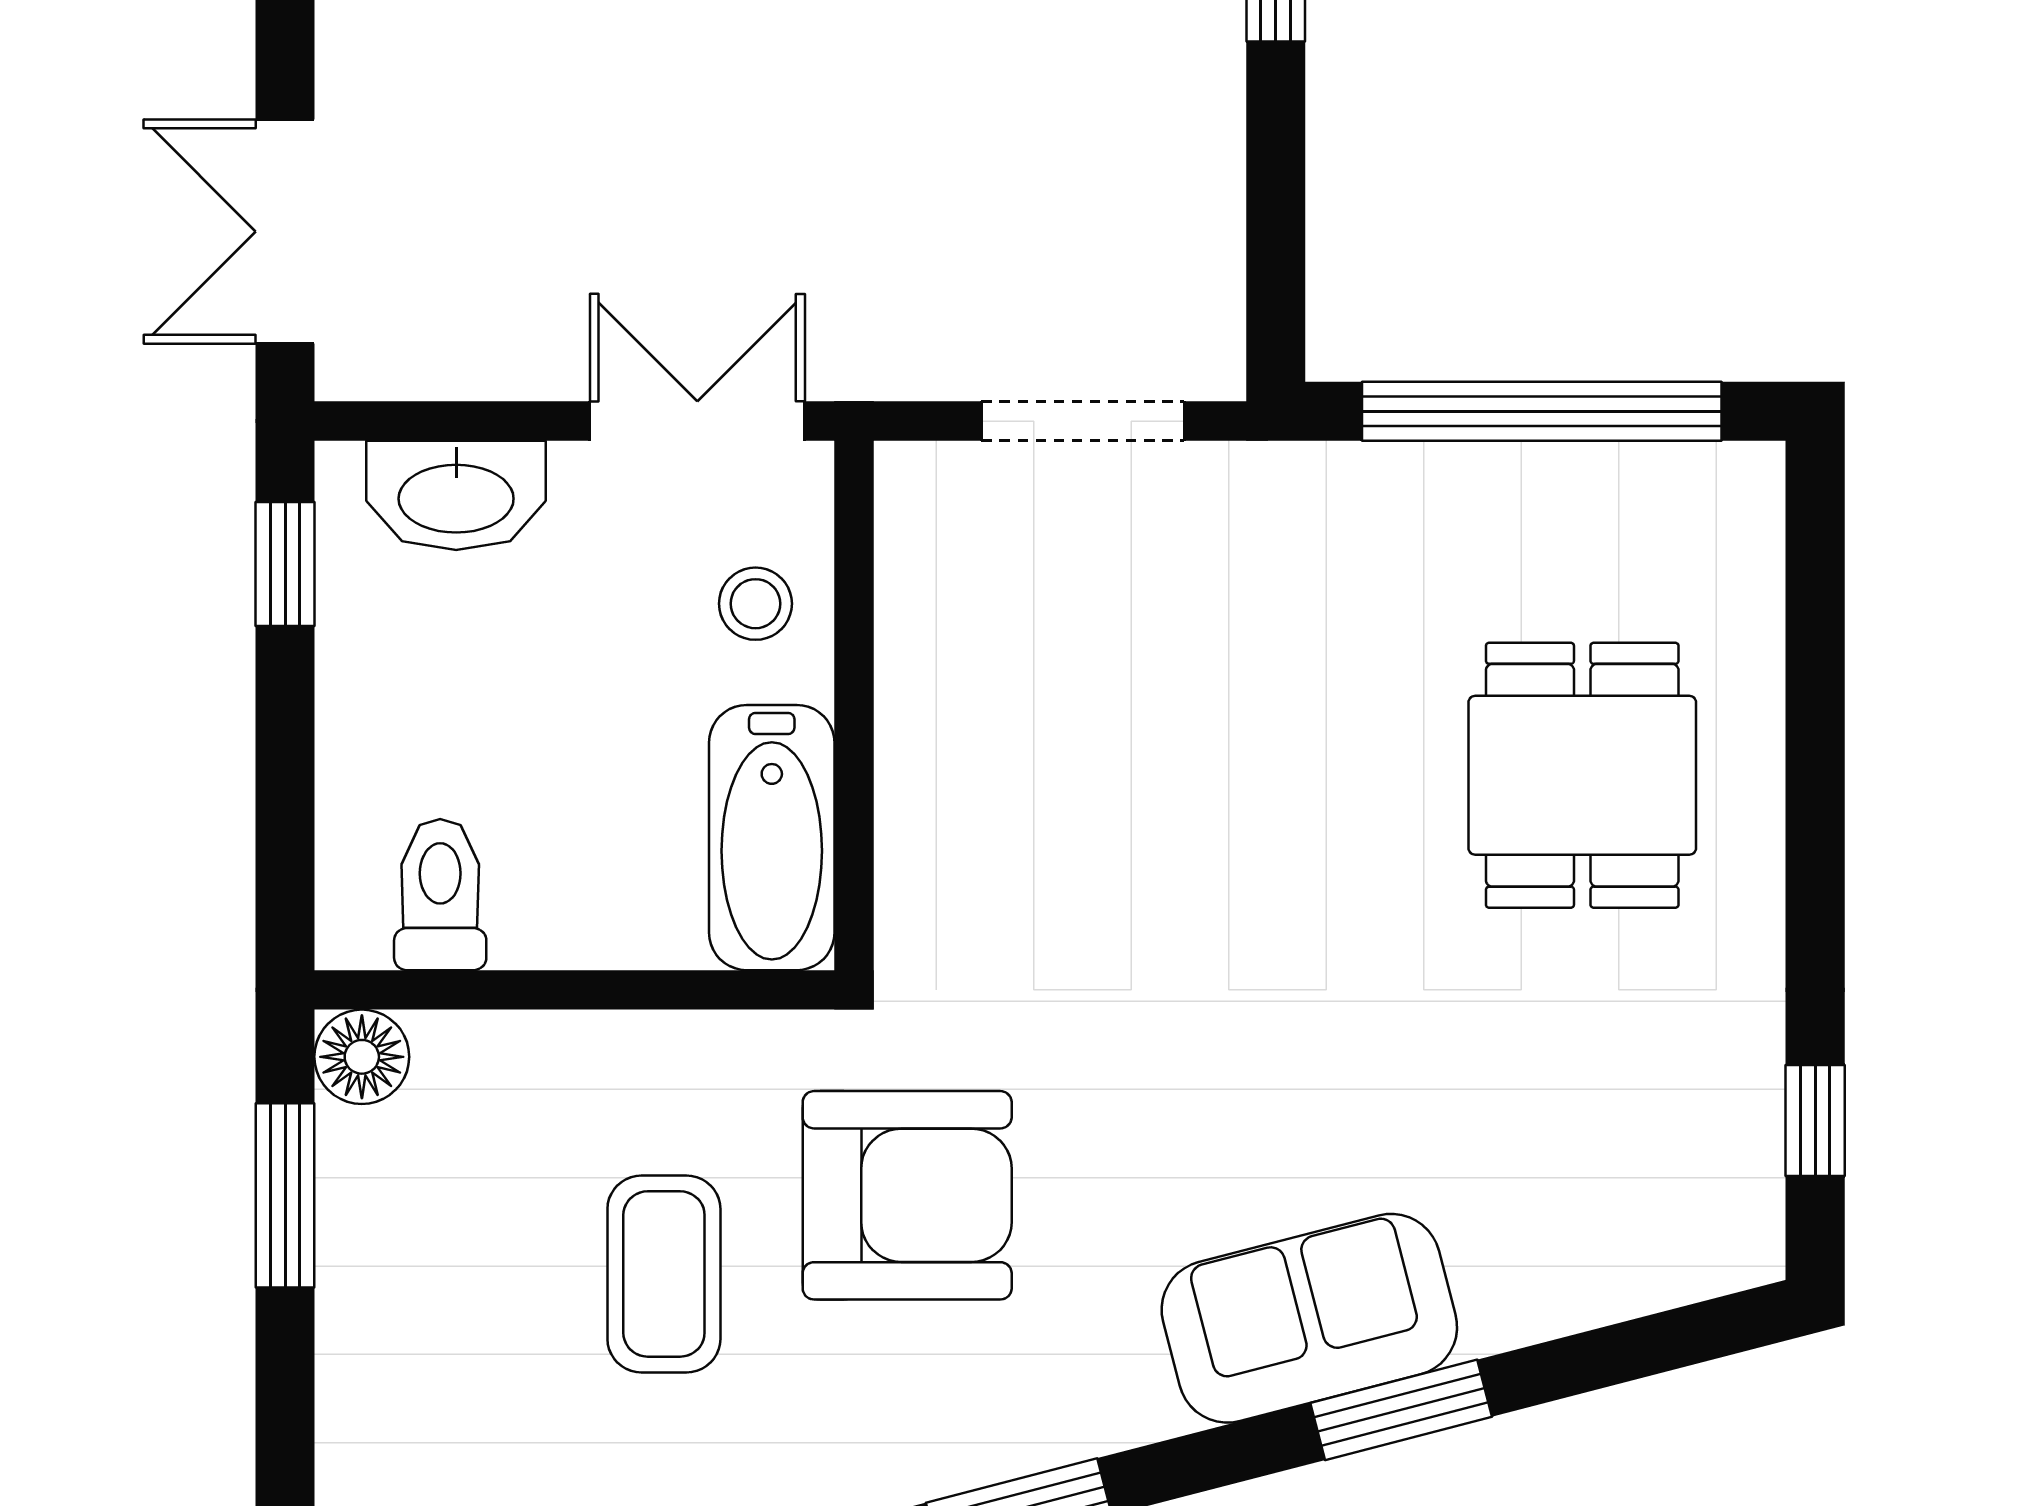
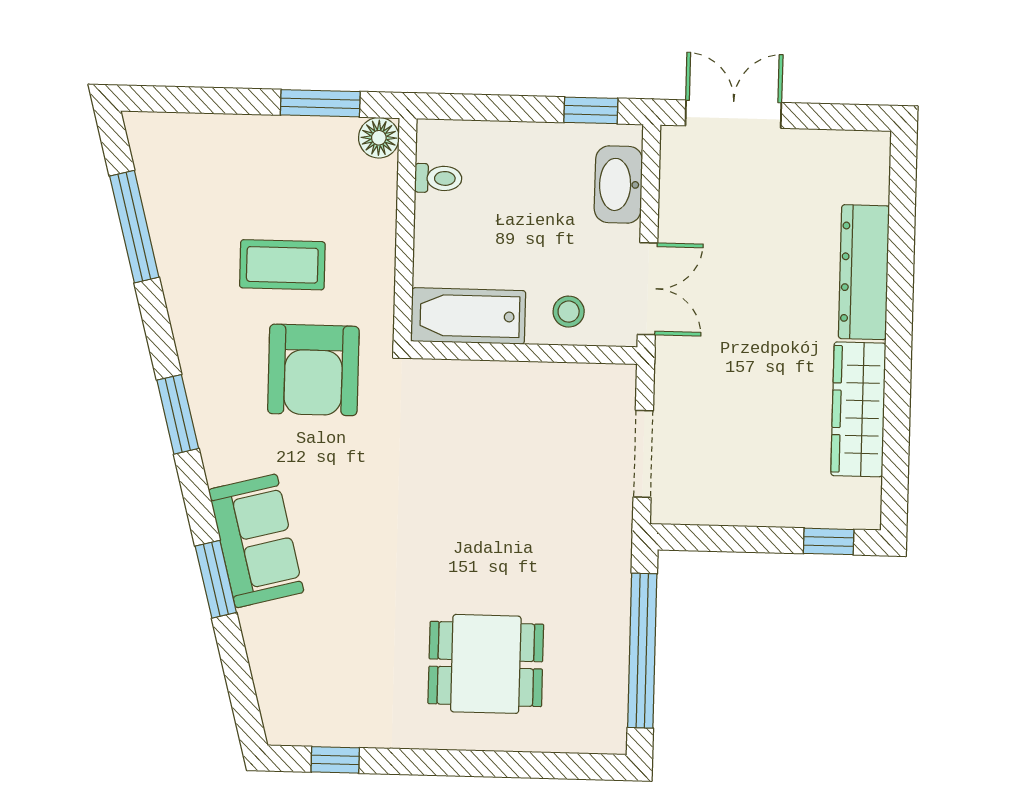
toilet: (440, 895) -> (438, 178), width x0.73, depth x0.72

